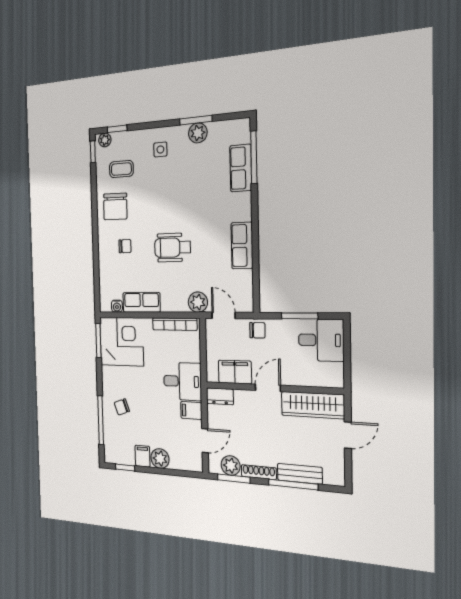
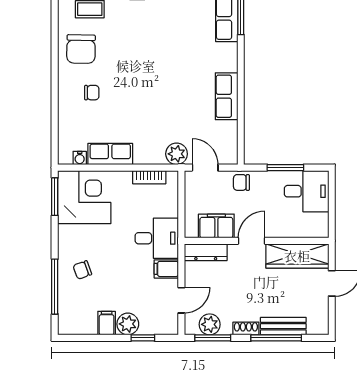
wheelchair: (173, 248) -> (149, 96), removed
bookcase: (175, 324) -> (149, 177), width x0.64
chair: (257, 330) -> (241, 182), turned 180
dresser: (220, 396) -> (206, 252), width x1.44
window: (125, 467) -> (143, 338), moved
shoe rack: (259, 472) -> (246, 328), width x0.70

